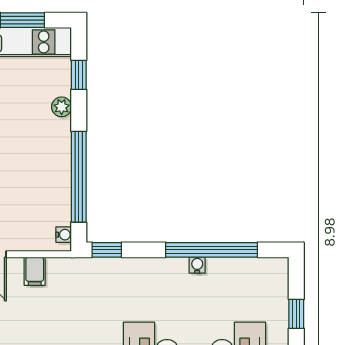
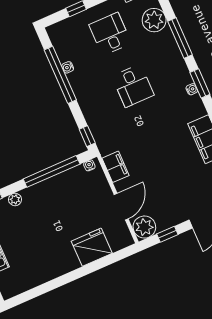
water cooler: (197, 265) -> (68, 67), moved
filing cabinet: (35, 271) -> (116, 167), width x2.00

